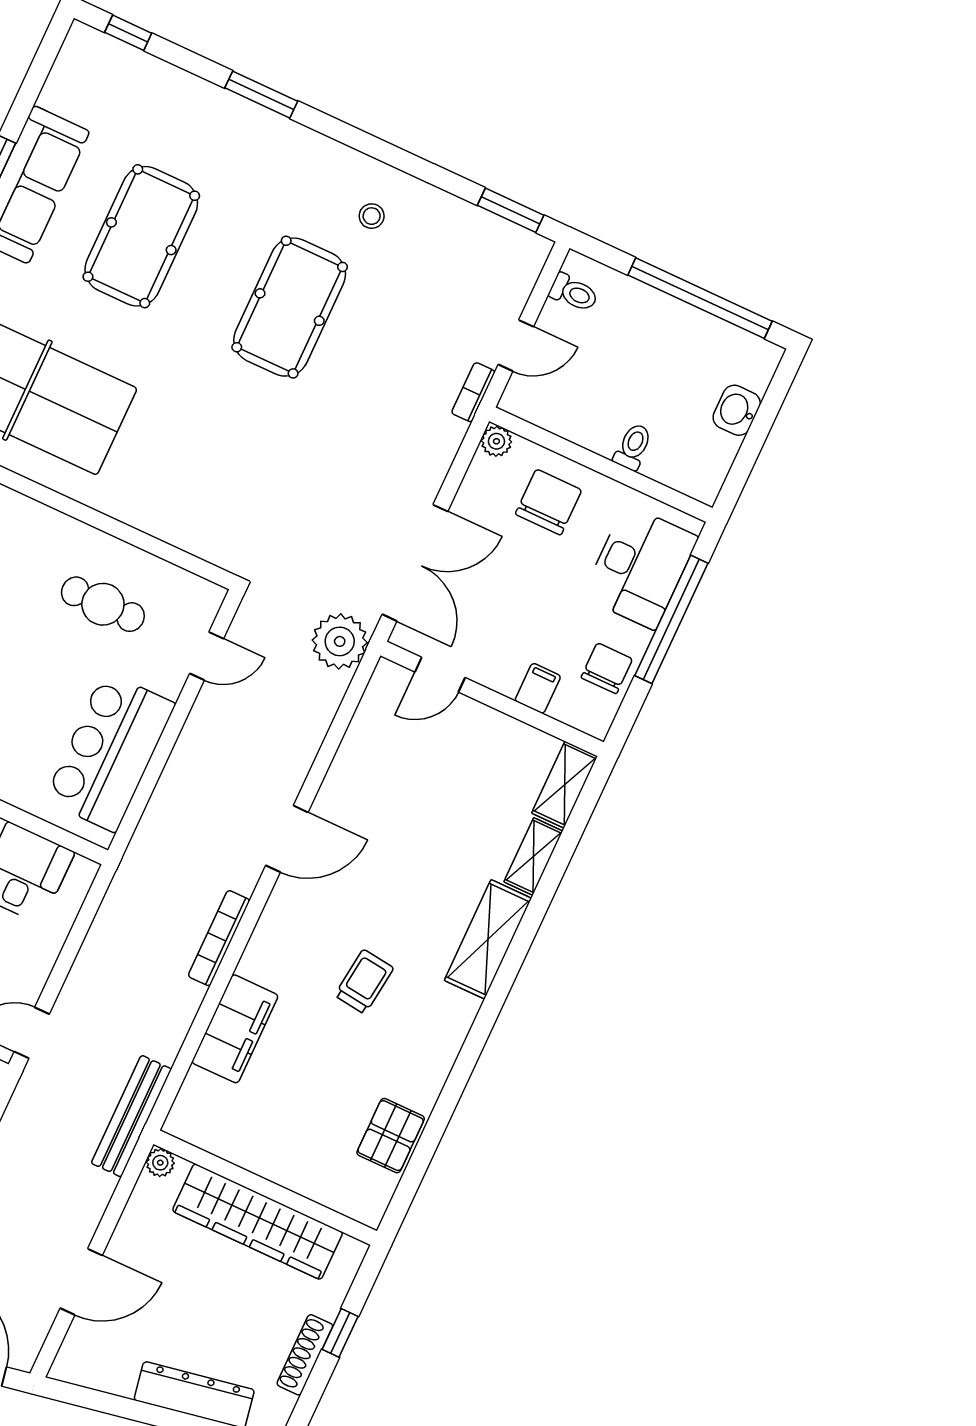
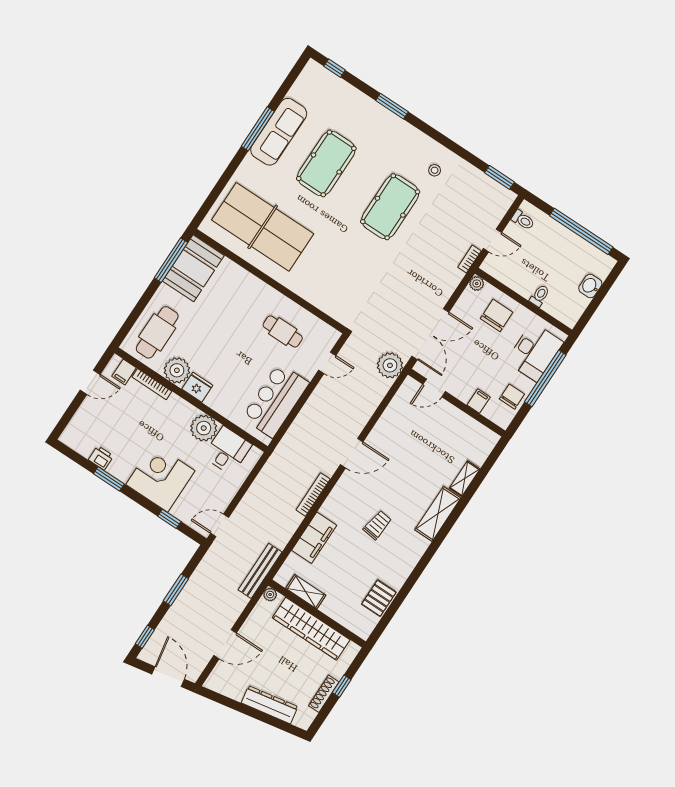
shelving: (565, 785) -> (306, 592), moved, turned 90

